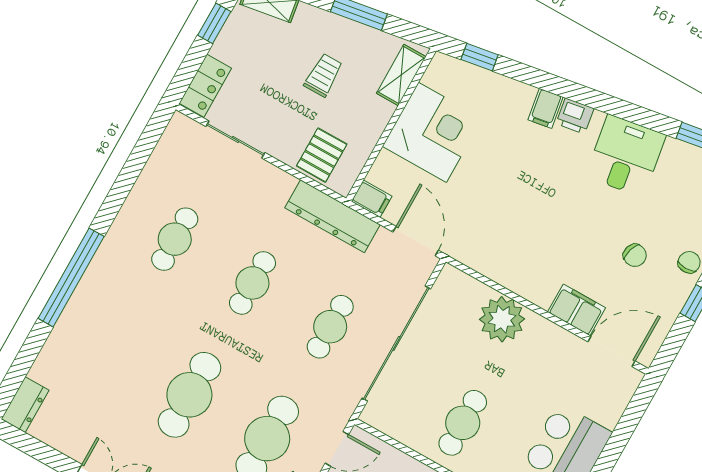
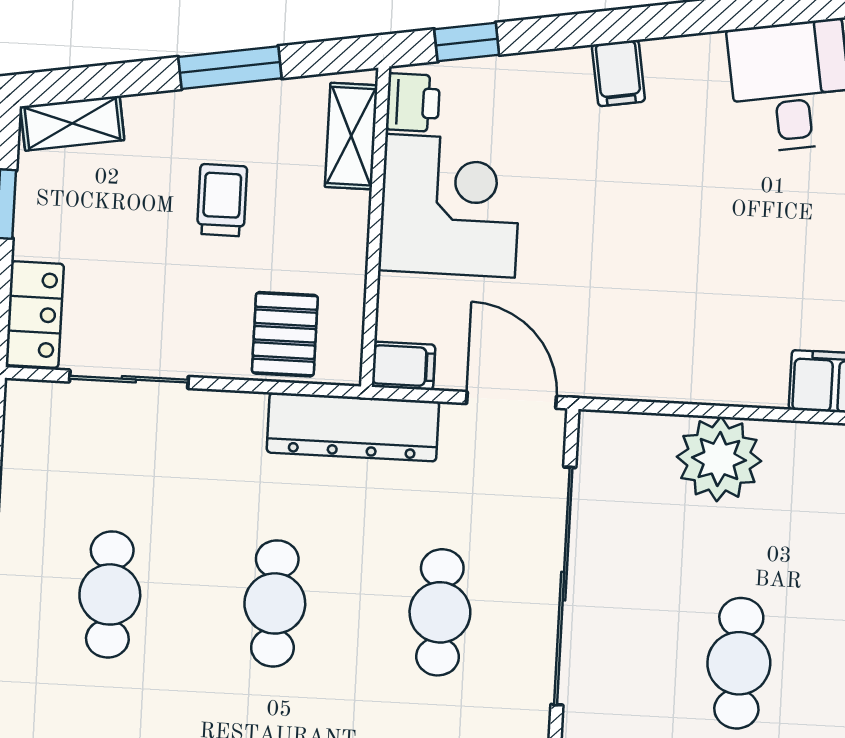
printer: (575, 116) -> (413, 103), moved, turned -81

